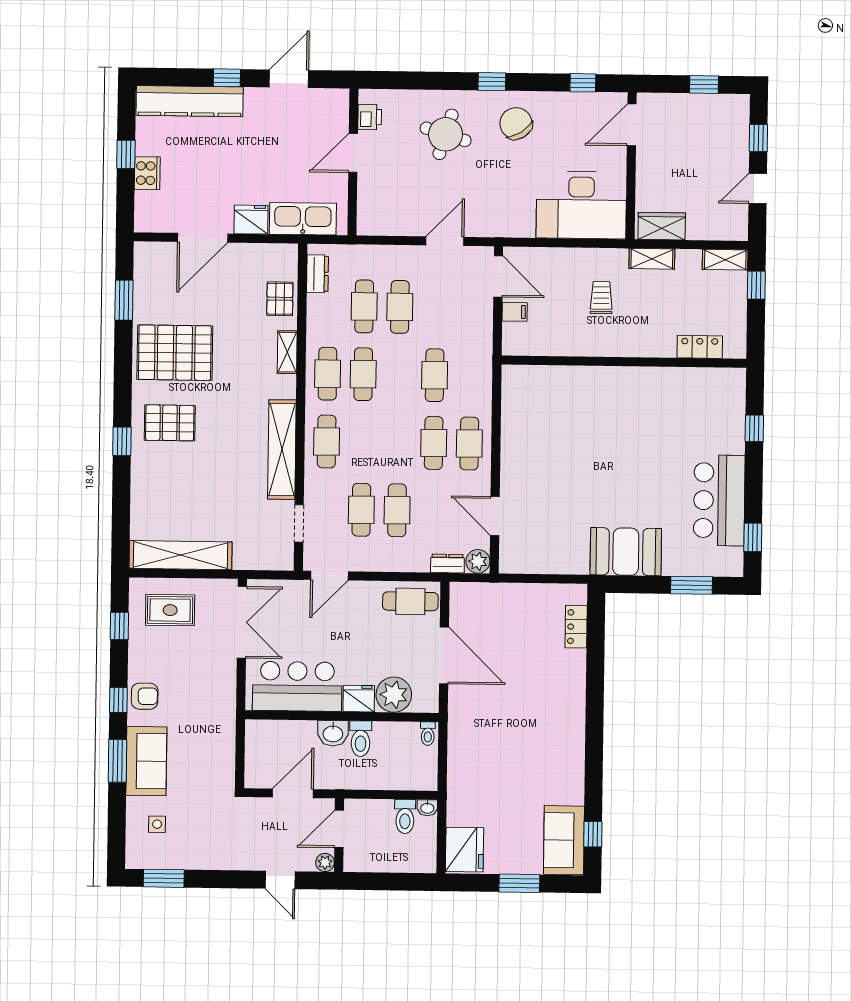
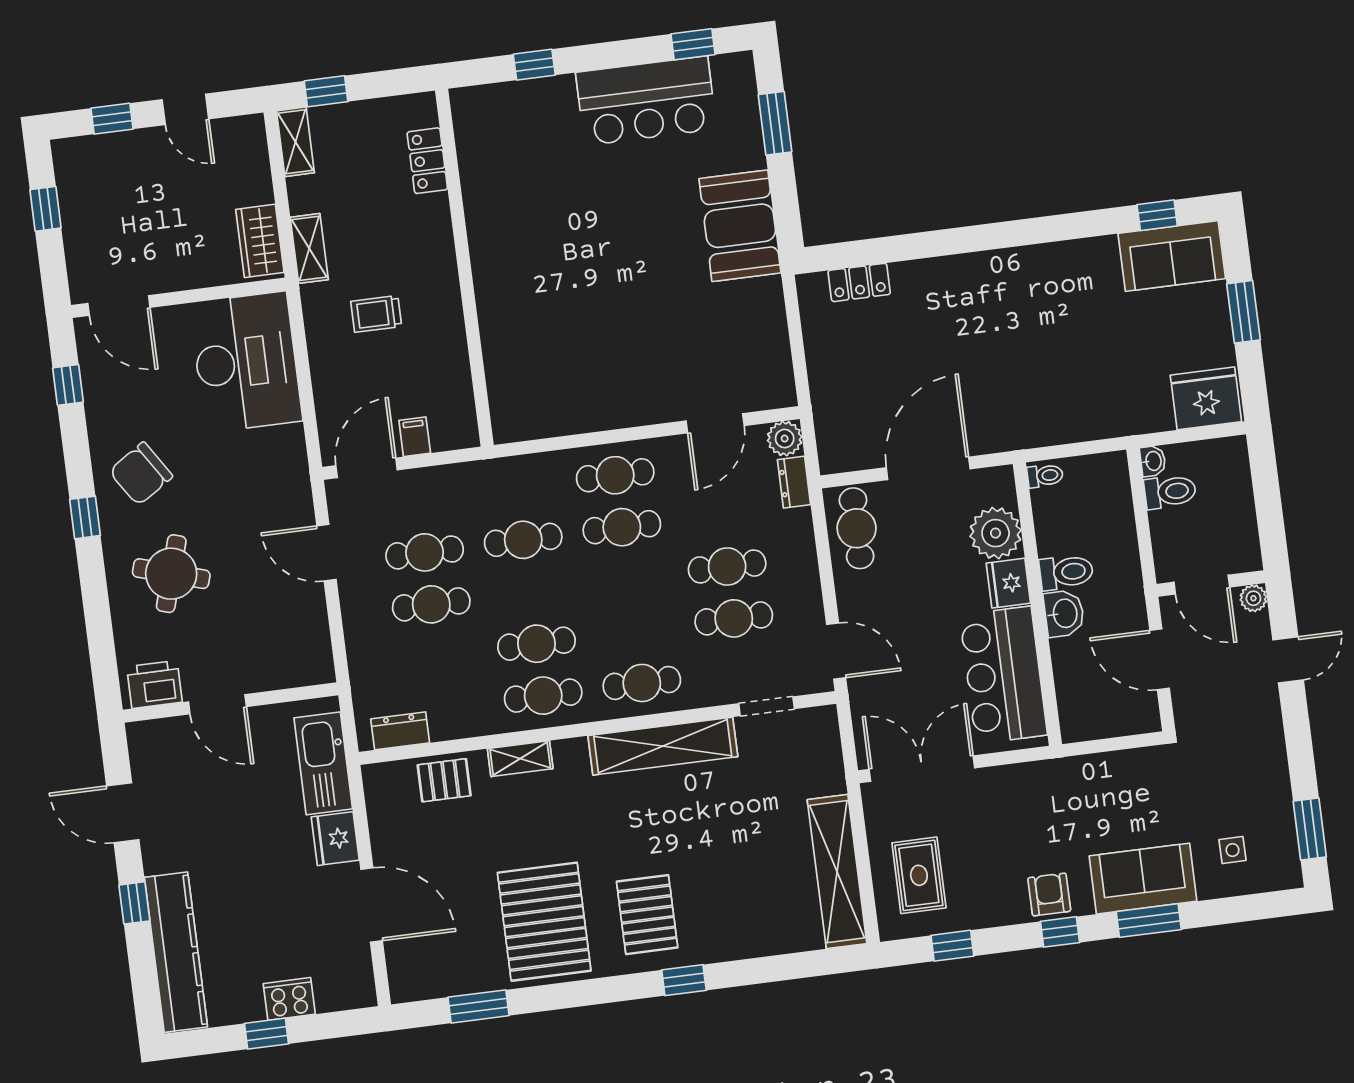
printer: (370, 117) -> (154, 684), width x1.36, depth x1.24
cafe table: (364, 306) -> (425, 552), moved

